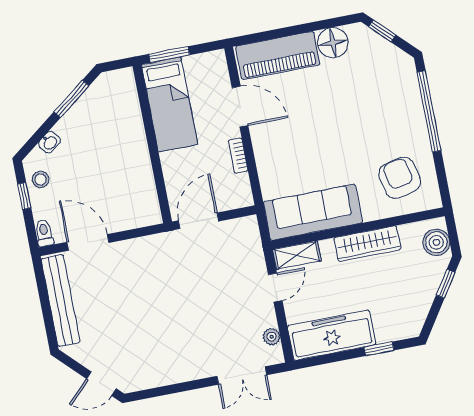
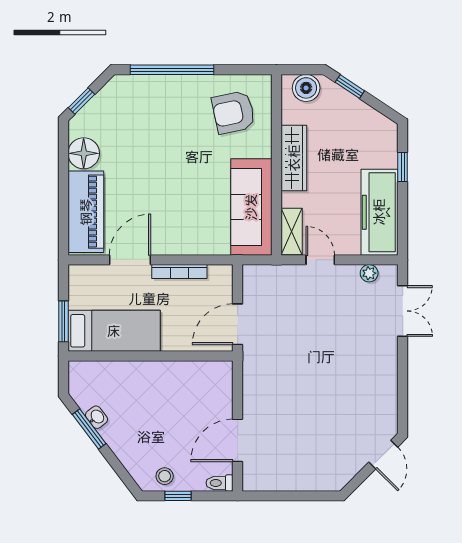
washbasin: (49, 142) -> (96, 417), moved
bookcase: (238, 156) -> (179, 271), width x1.56
door: (199, 221) -> (238, 324), hinge flipped
bench: (60, 301) -> (291, 480), removed

